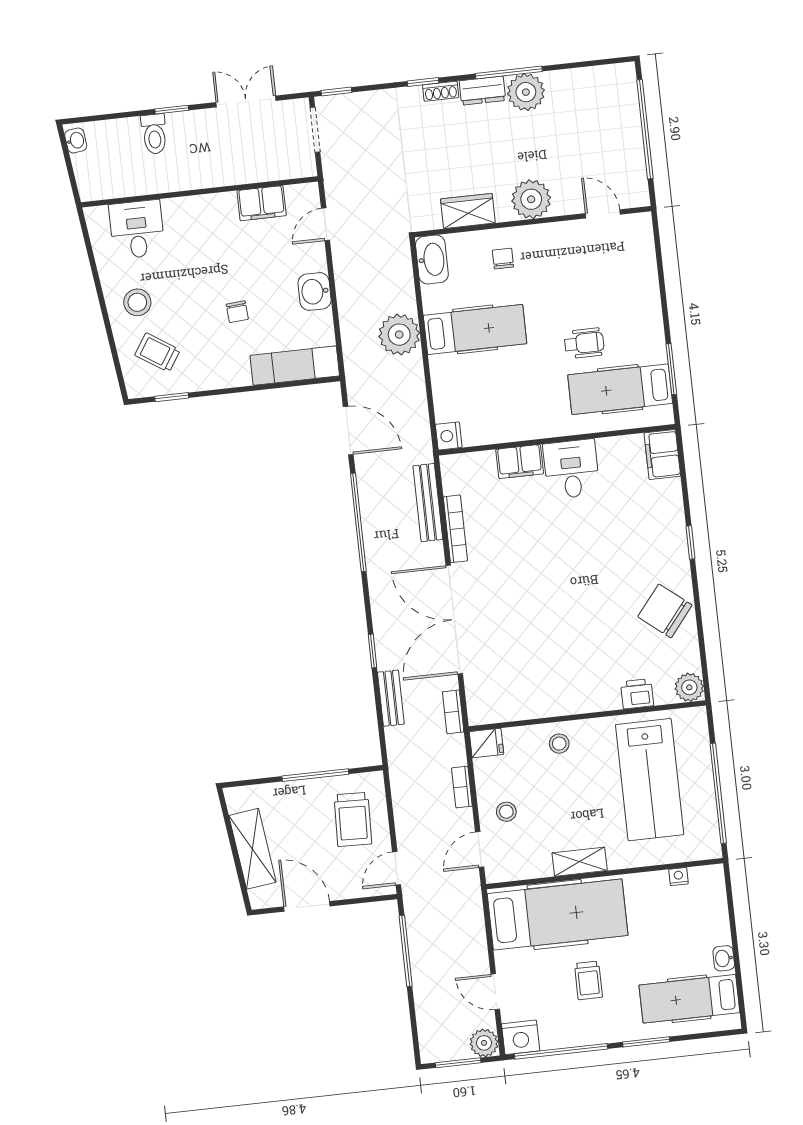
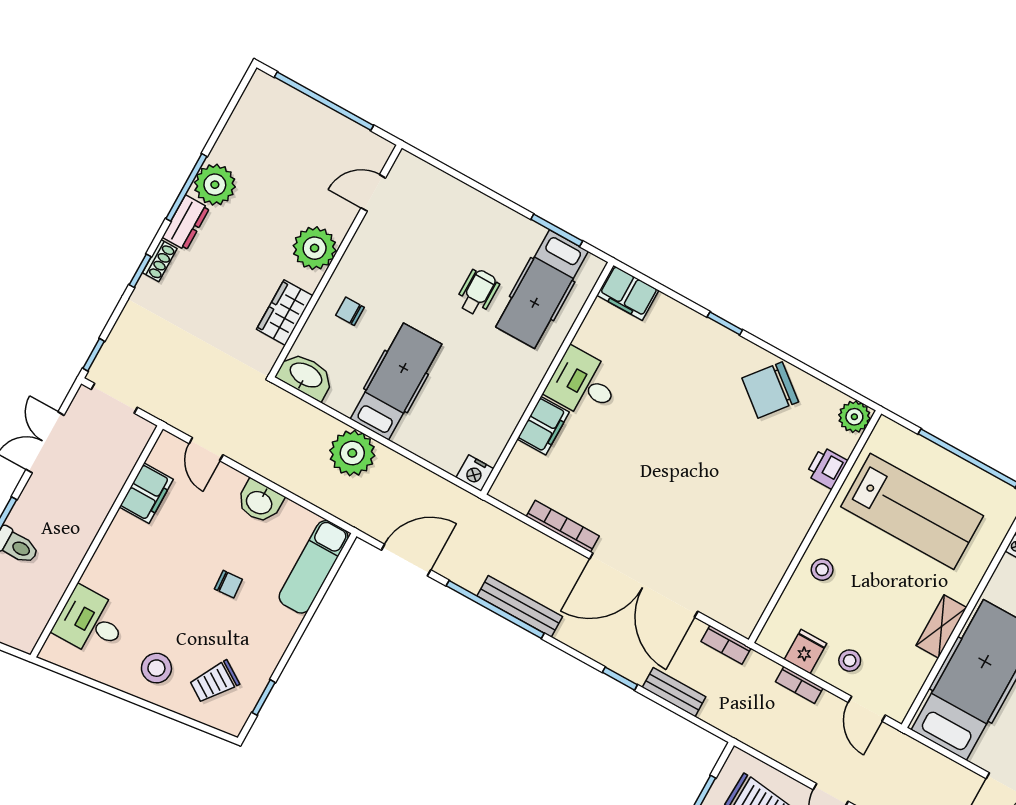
bench: (428, 503) -> (520, 606), moved
fridge: (486, 743) -> (806, 651), moved

